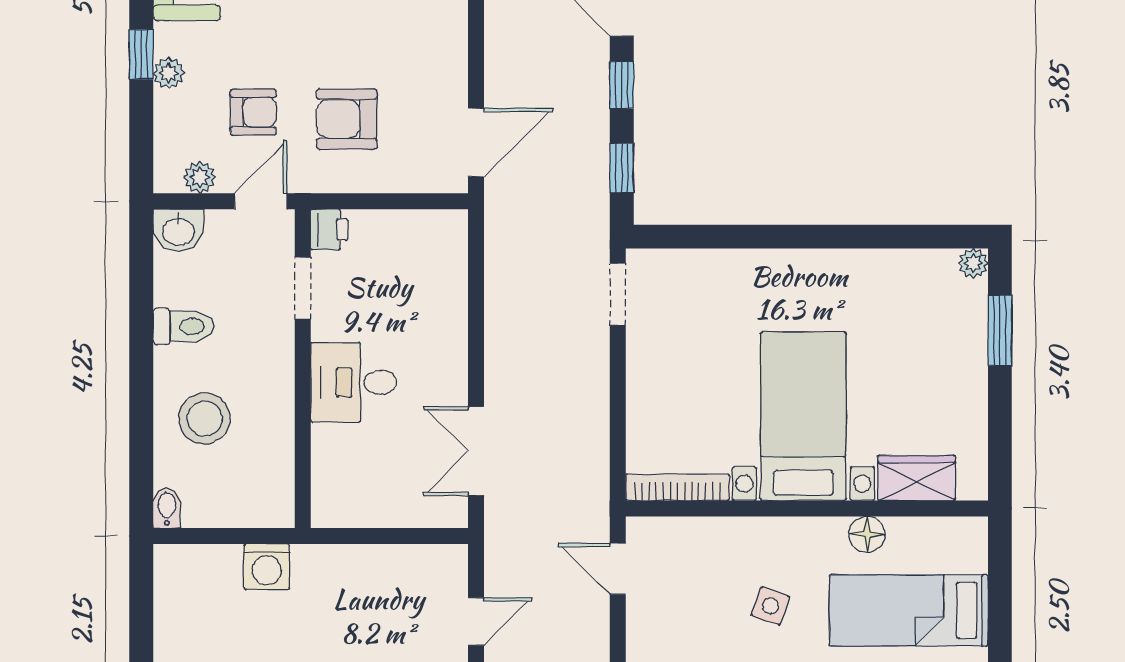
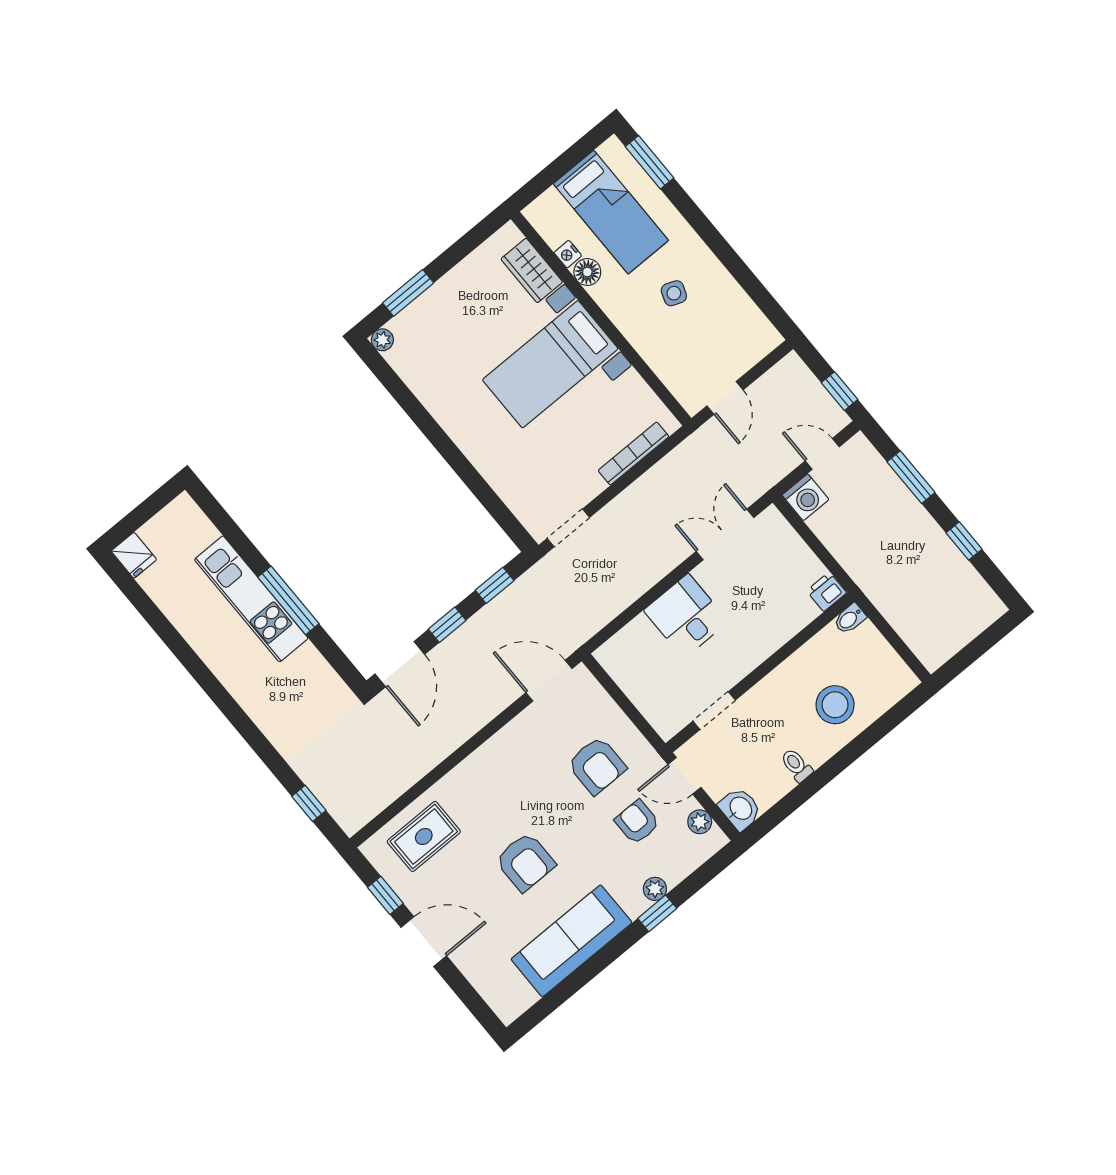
printer: (329, 230) -> (826, 592), moved
toilet: (184, 326) -> (796, 765), width x0.73, depth x0.72
desk: (354, 382) -> (686, 616), moved, turned 180
double door: (476, 451) -> (725, 534), swing flipped
bookcase: (677, 487) -> (634, 453), moved, turned 90
bidet: (167, 508) -> (850, 619), moved
nightstand: (902, 530) -> (568, 254), added
washing machine: (267, 567) -> (805, 497), moved, turned 90

